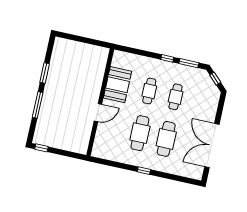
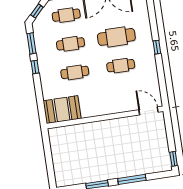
booth: (117, 85) -> (62, 110), moved
cafe table: (202, 103) -> (66, 15), added
door: (98, 113) -> (149, 111), moved
cafe table: (140, 133) -> (121, 66), width x0.73, depth x0.74

